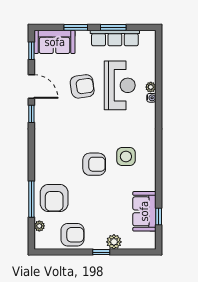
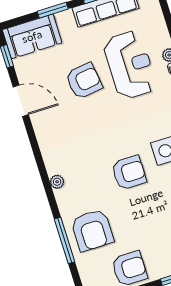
window: (31, 114) -> (31, 135), removed
plant: (39, 226) -> (57, 182), moved

